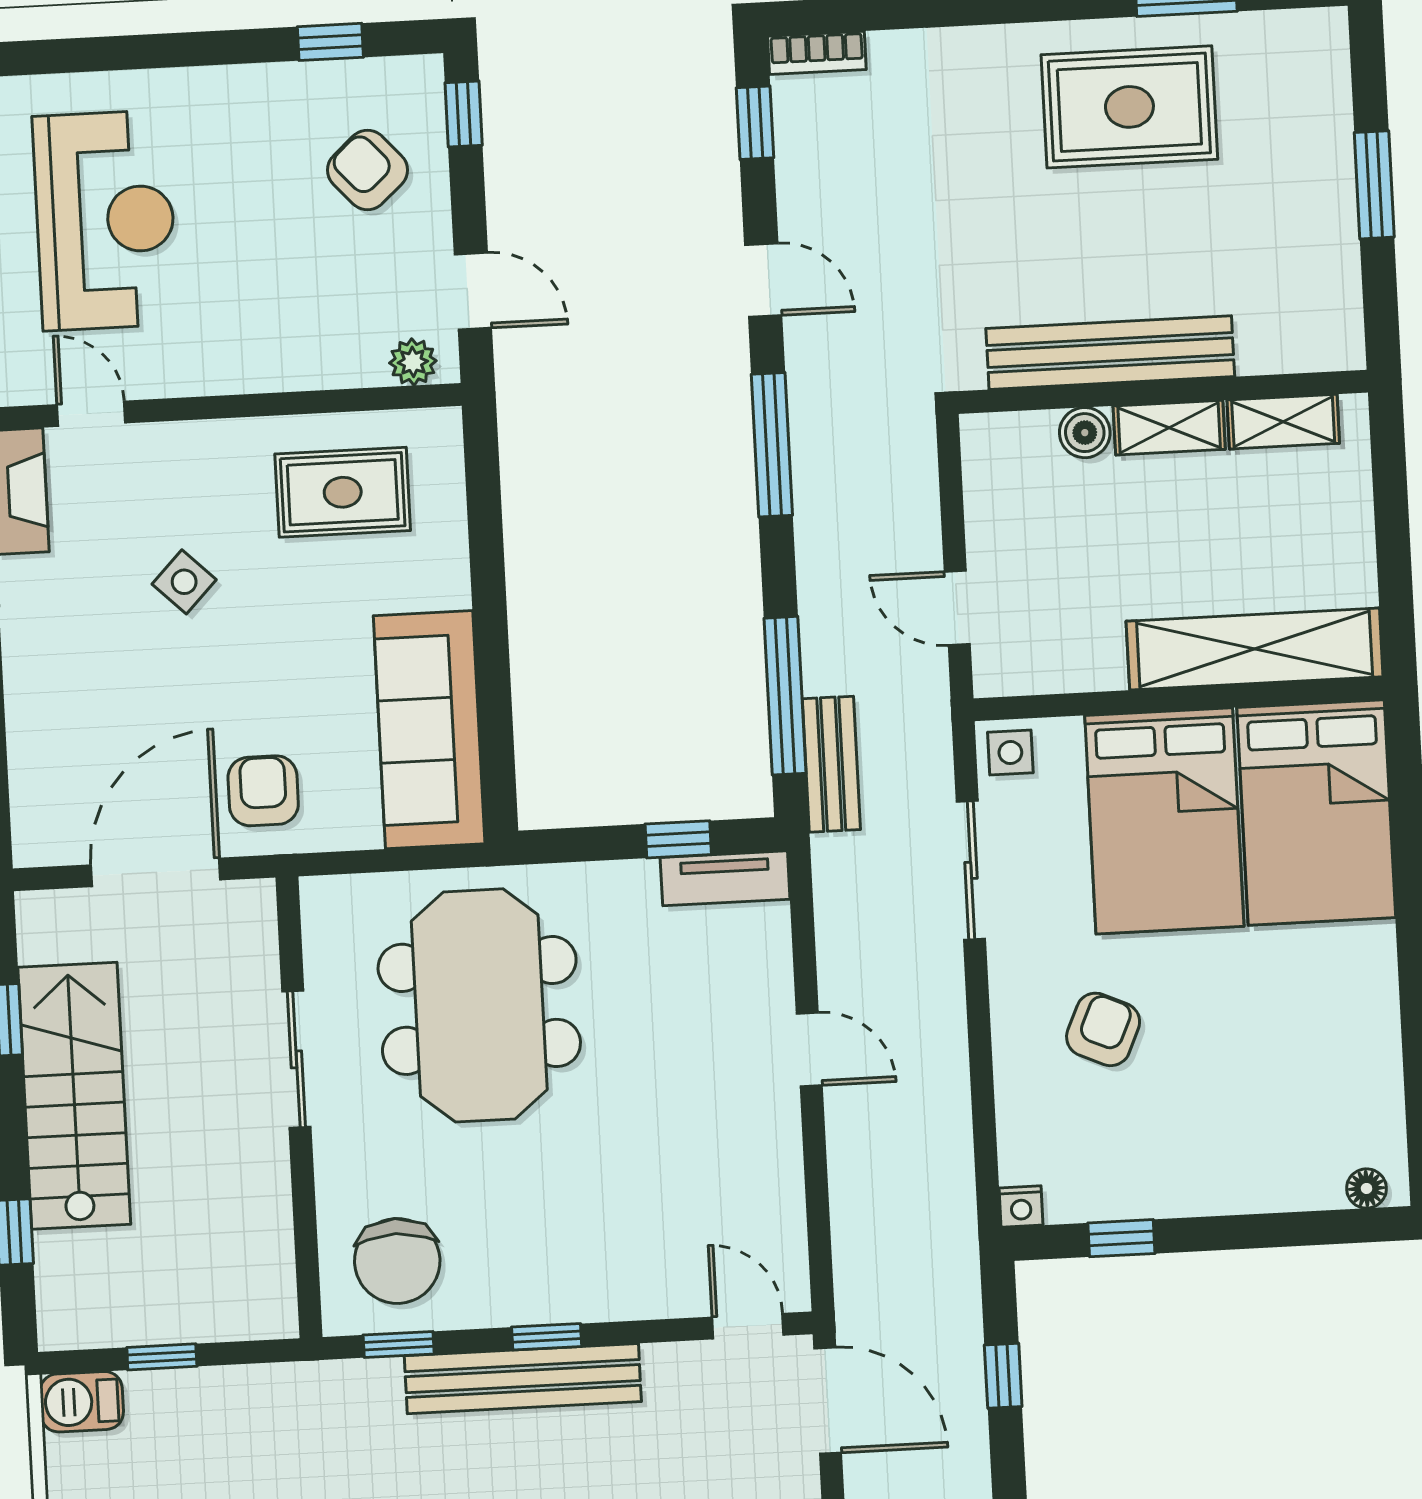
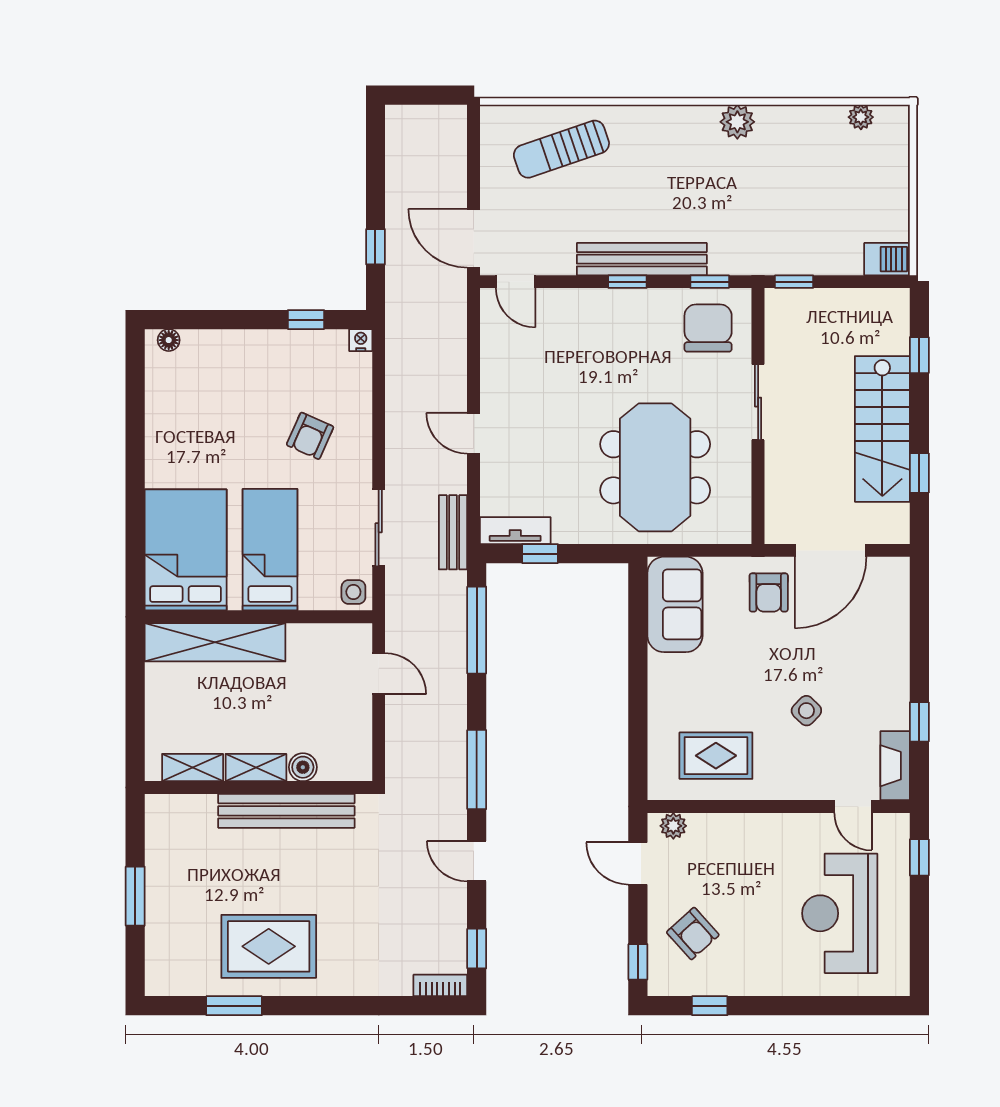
sofa: (429, 730) -> (675, 604), width x0.73
bench: (831, 764) -> (453, 532), moved
bed: (1164, 821) -> (270, 550), width x0.67
sliding door: (296, 1059) -> (758, 402), moved
window: (162, 1357) -> (794, 282), moved

